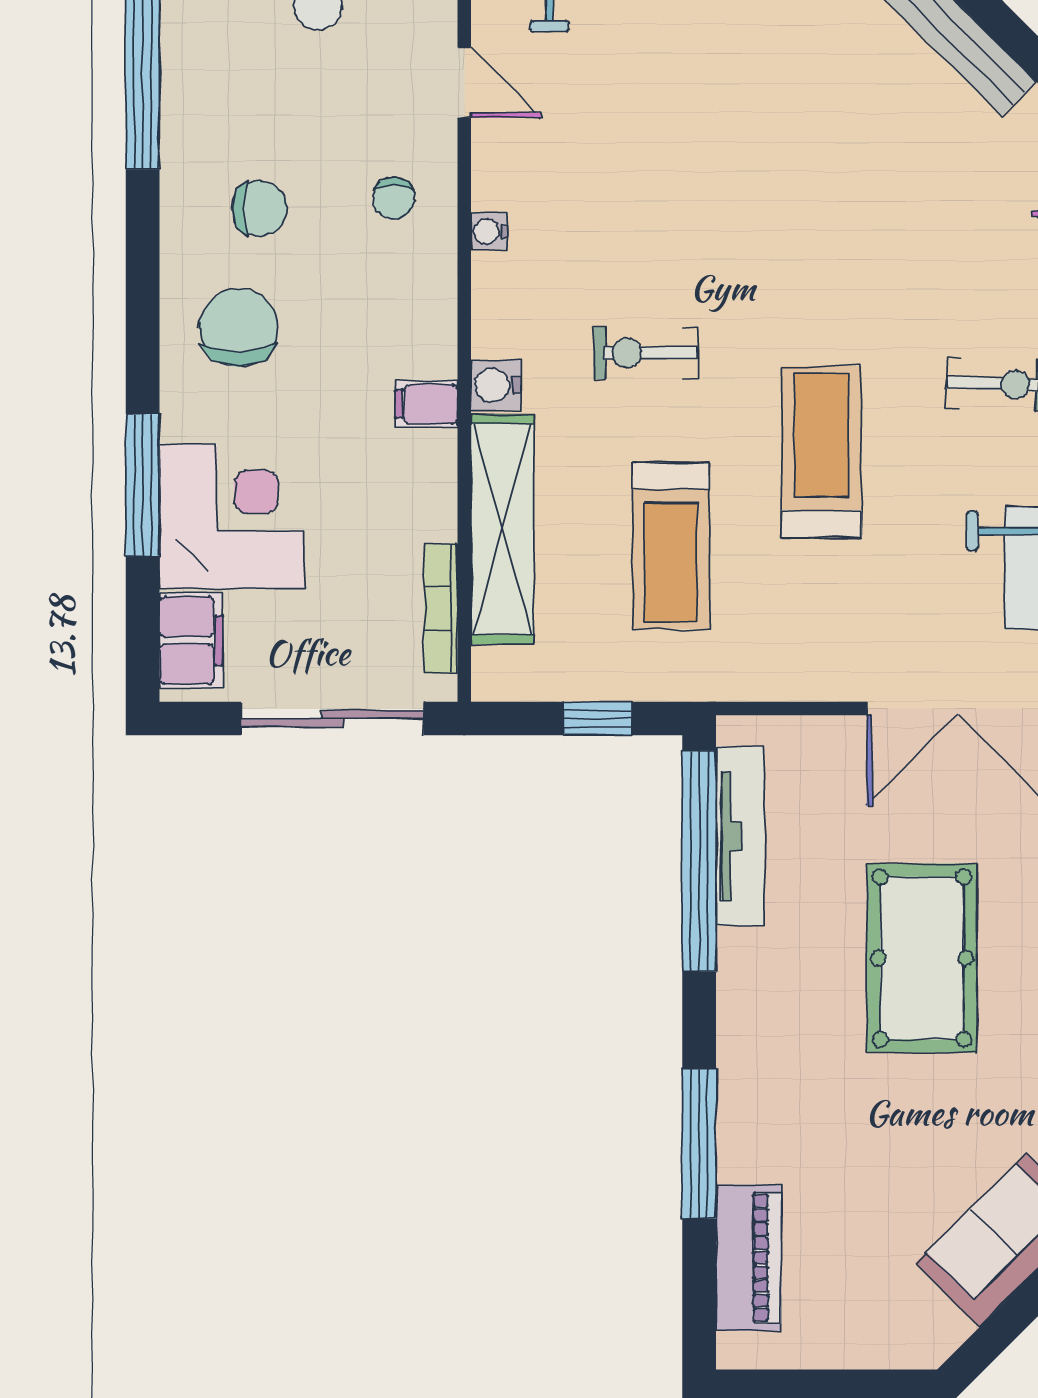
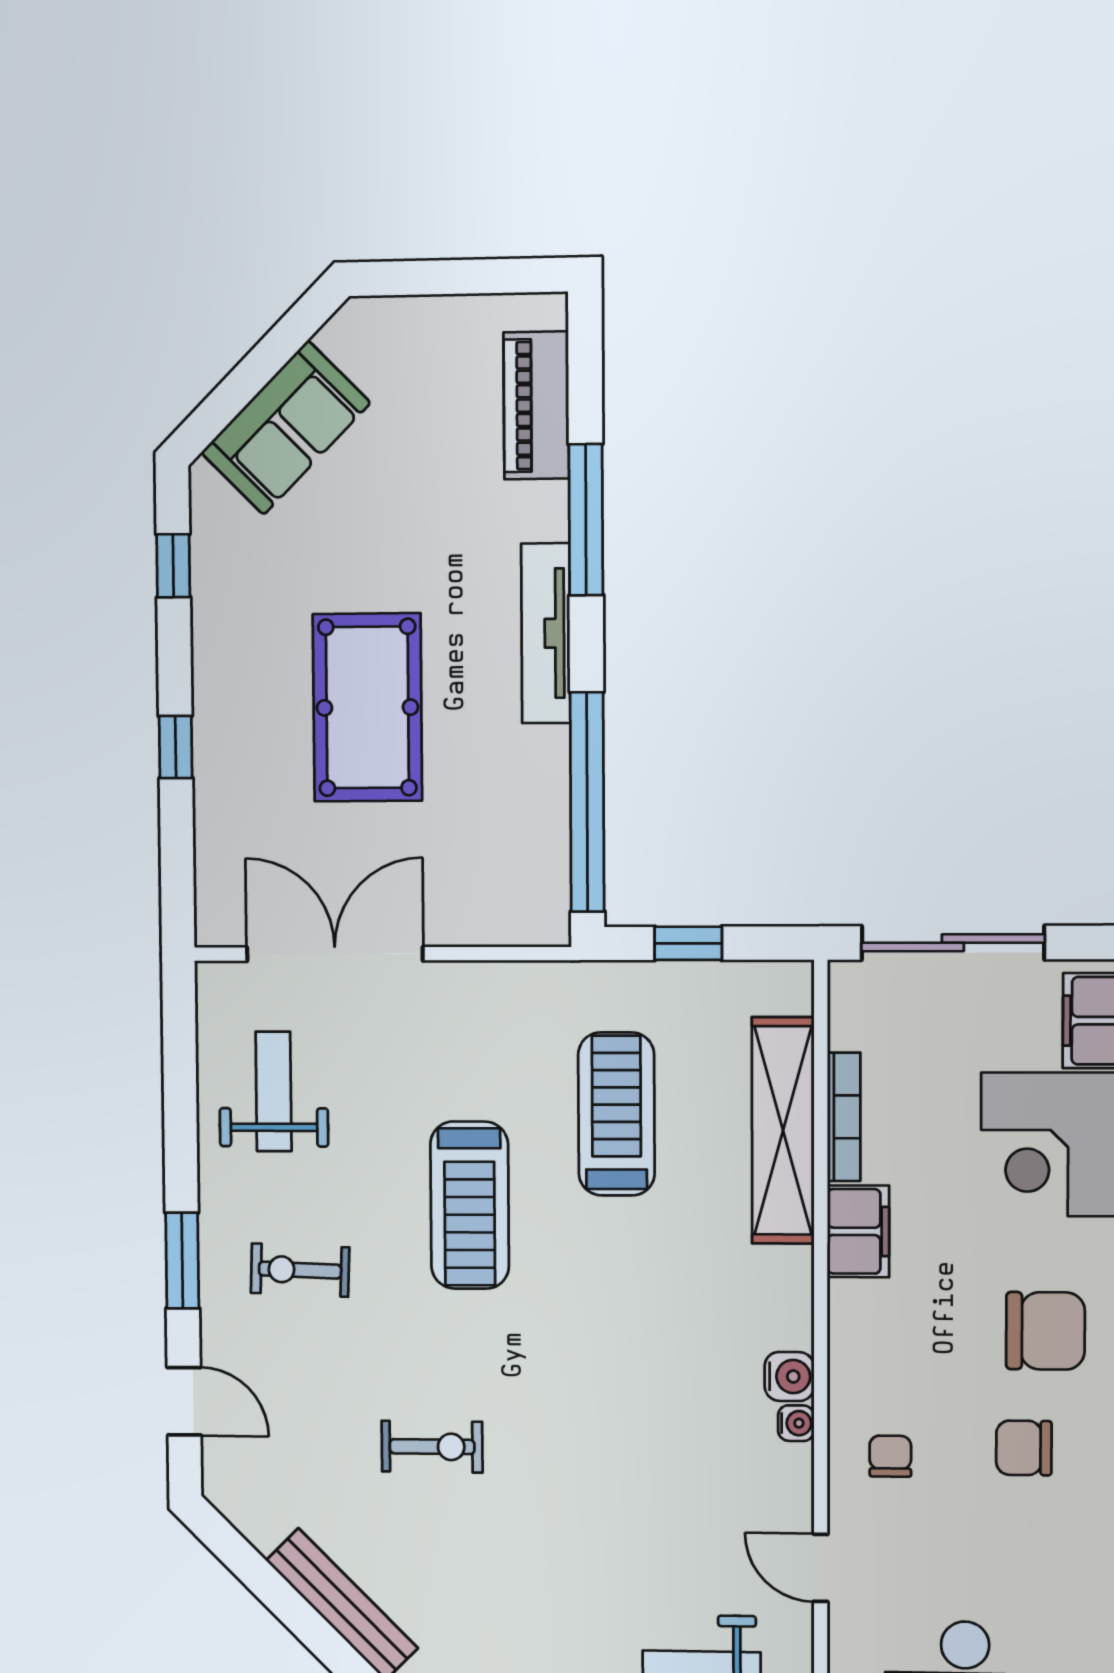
chair: (239, 328) -> (1046, 1331), turned -90
exercise bike: (645, 353) -> (432, 1447), moved
water cooler: (496, 385) -> (789, 1376), moved
filing cabinet: (426, 404) -> (858, 1231), width x2.00
bookcase: (441, 608) -> (844, 1117), moved
tv unit: (740, 836) -> (546, 633), moved

